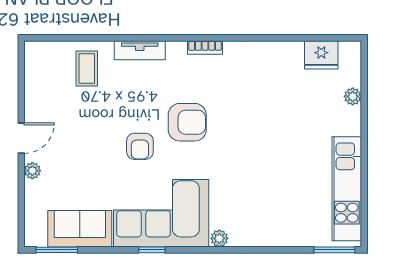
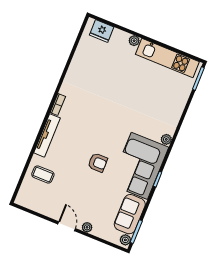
tv unit: (140, 50) -> (47, 135), width x1.41
fridge: (321, 55) -> (102, 31), moved, turned 90
plant: (353, 96) -> (134, 41), moved
armchair: (187, 122) -> (95, 131), removed
plant: (37, 238) -> (125, 240), added

